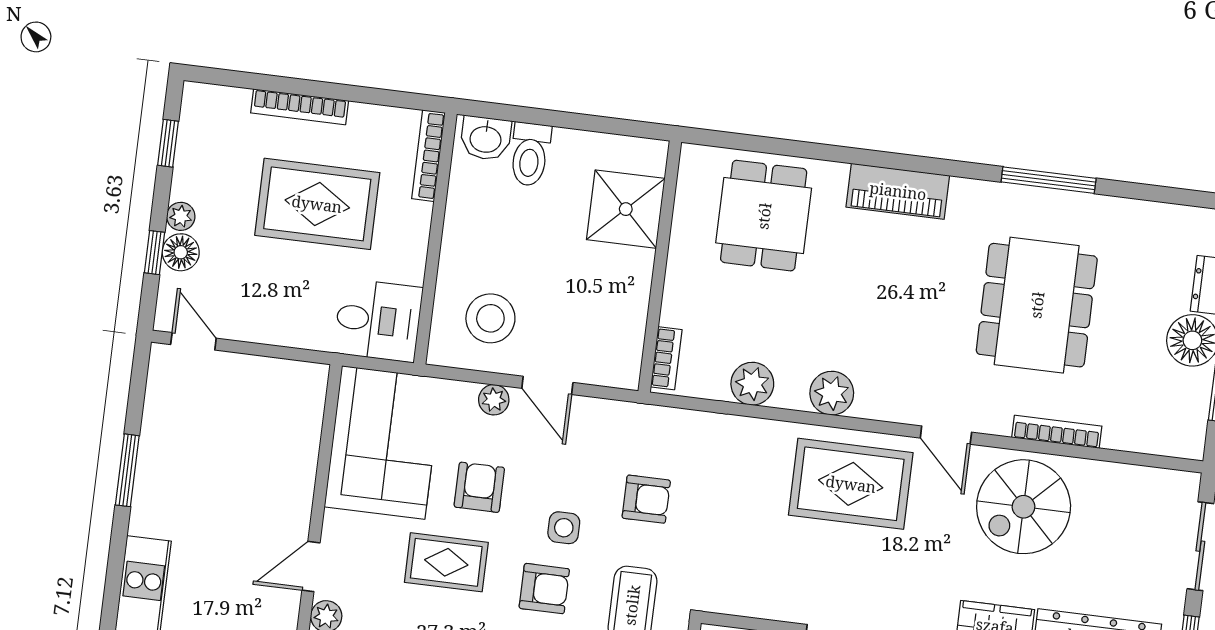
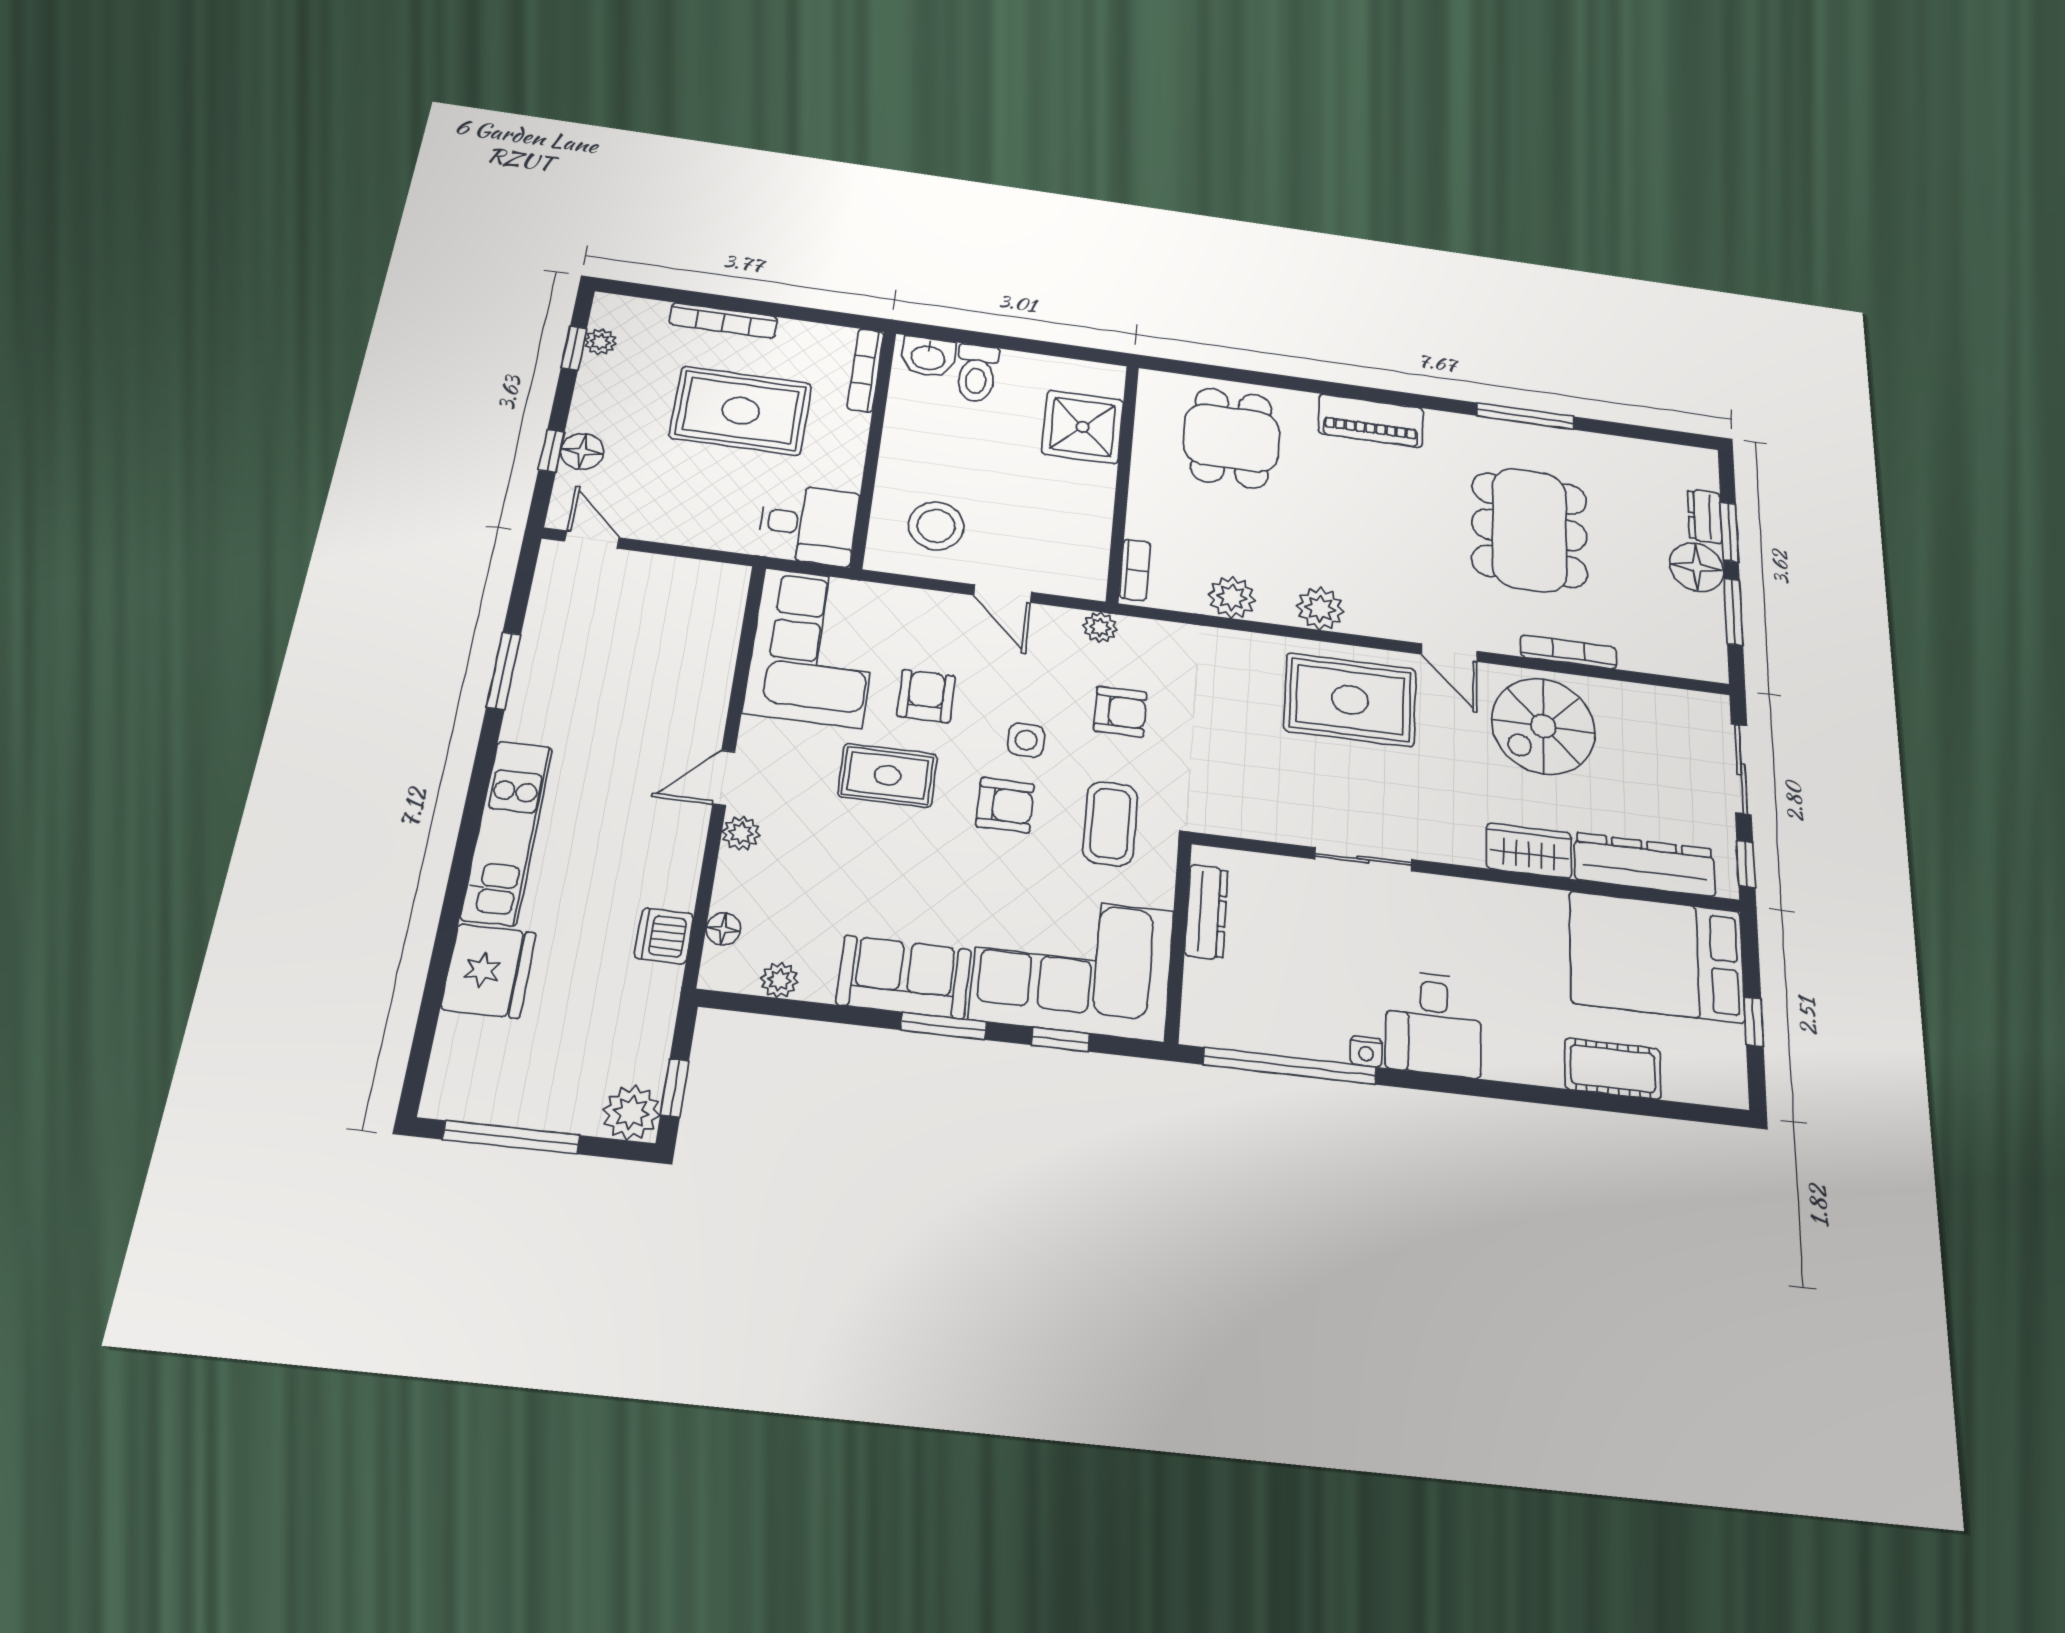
plant: (181, 216) -> (600, 342), moved
plant: (494, 400) -> (1100, 627), moved

